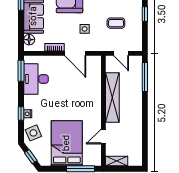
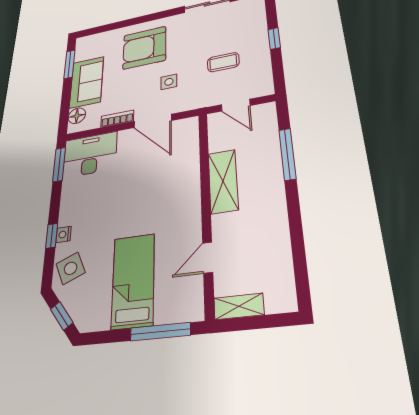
window: (145, 77) -> (287, 154), moved
desk: (36, 79) -> (90, 155), moved, turned 90
shelving: (112, 98) -> (223, 181), width x0.68
bed: (67, 143) -> (133, 281), width x0.67

